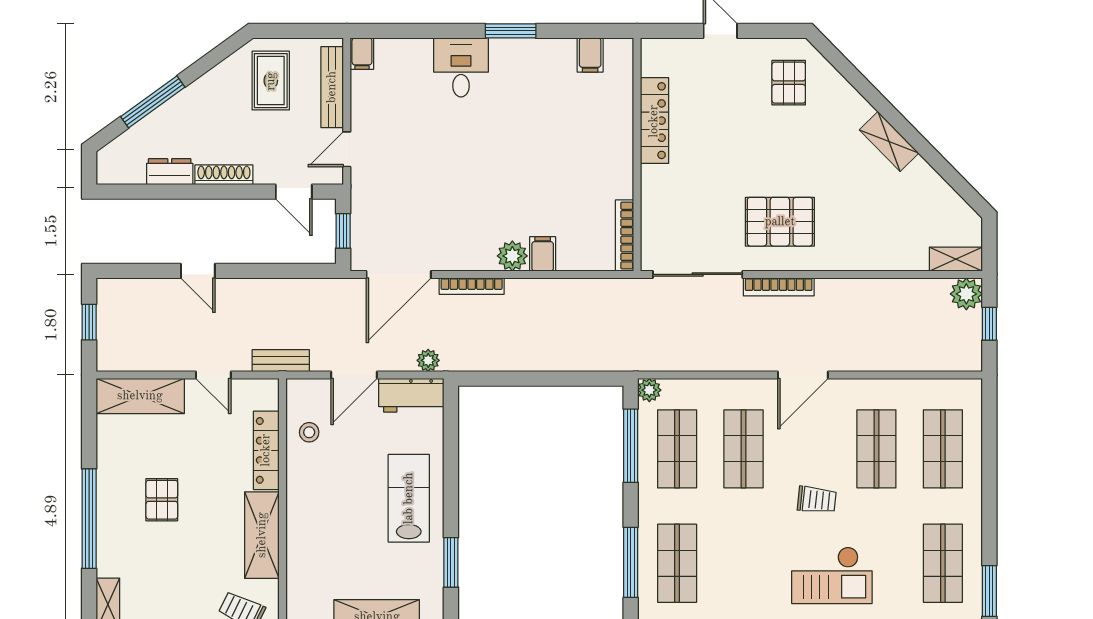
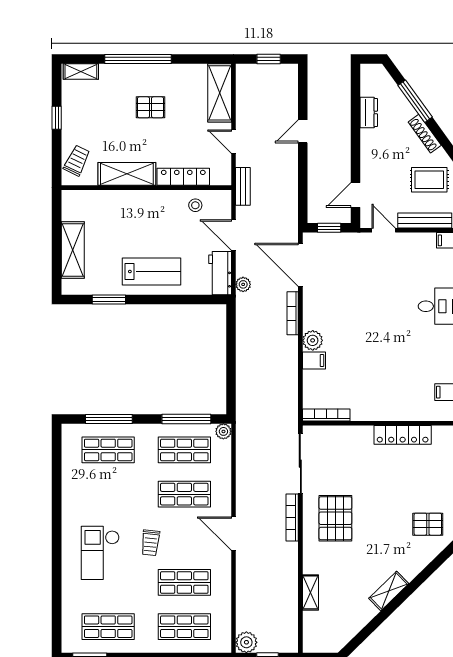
shoe rack: (224, 175) -> (425, 134), moved, turned 144
shelving: (956, 259) -> (310, 592), moved
plant: (966, 294) -> (246, 642), moved
door: (213, 375) -> (233, 142), hinge flipped

